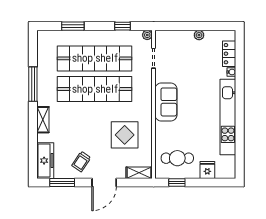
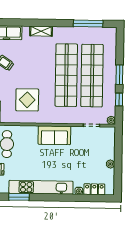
window: (73, 26) -> (119, 75), moved
window: (33, 84) -> (88, 23), moved
window: (240, 143) -> (19, 197), added

